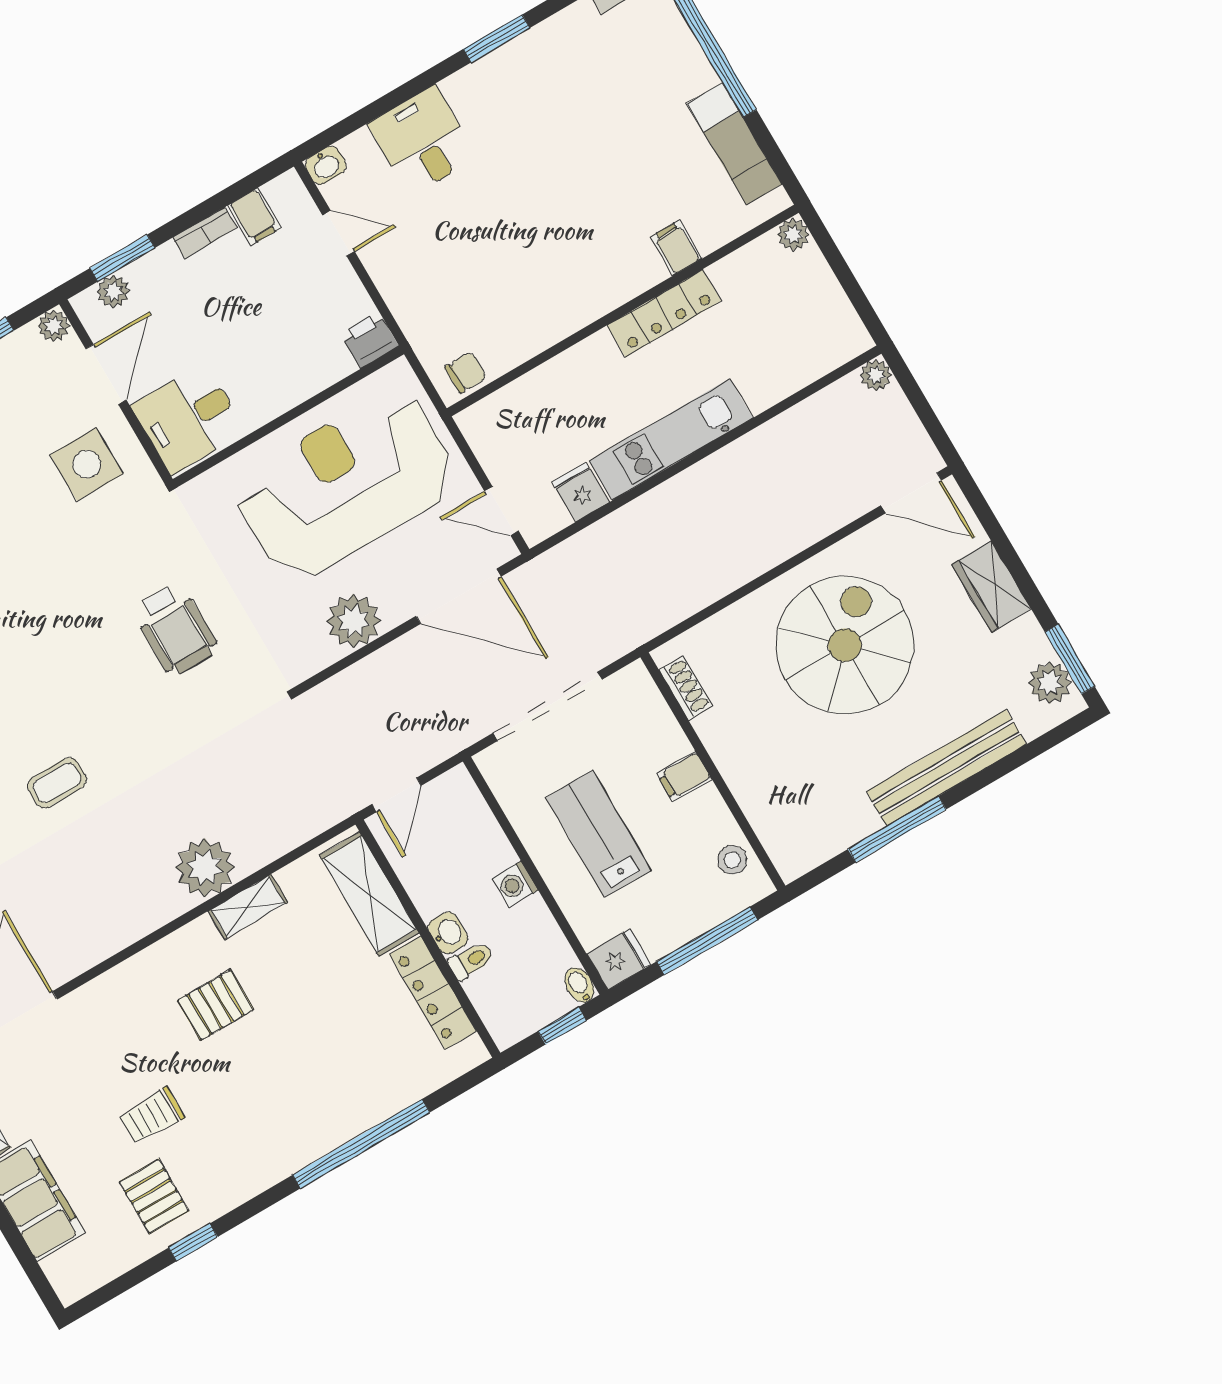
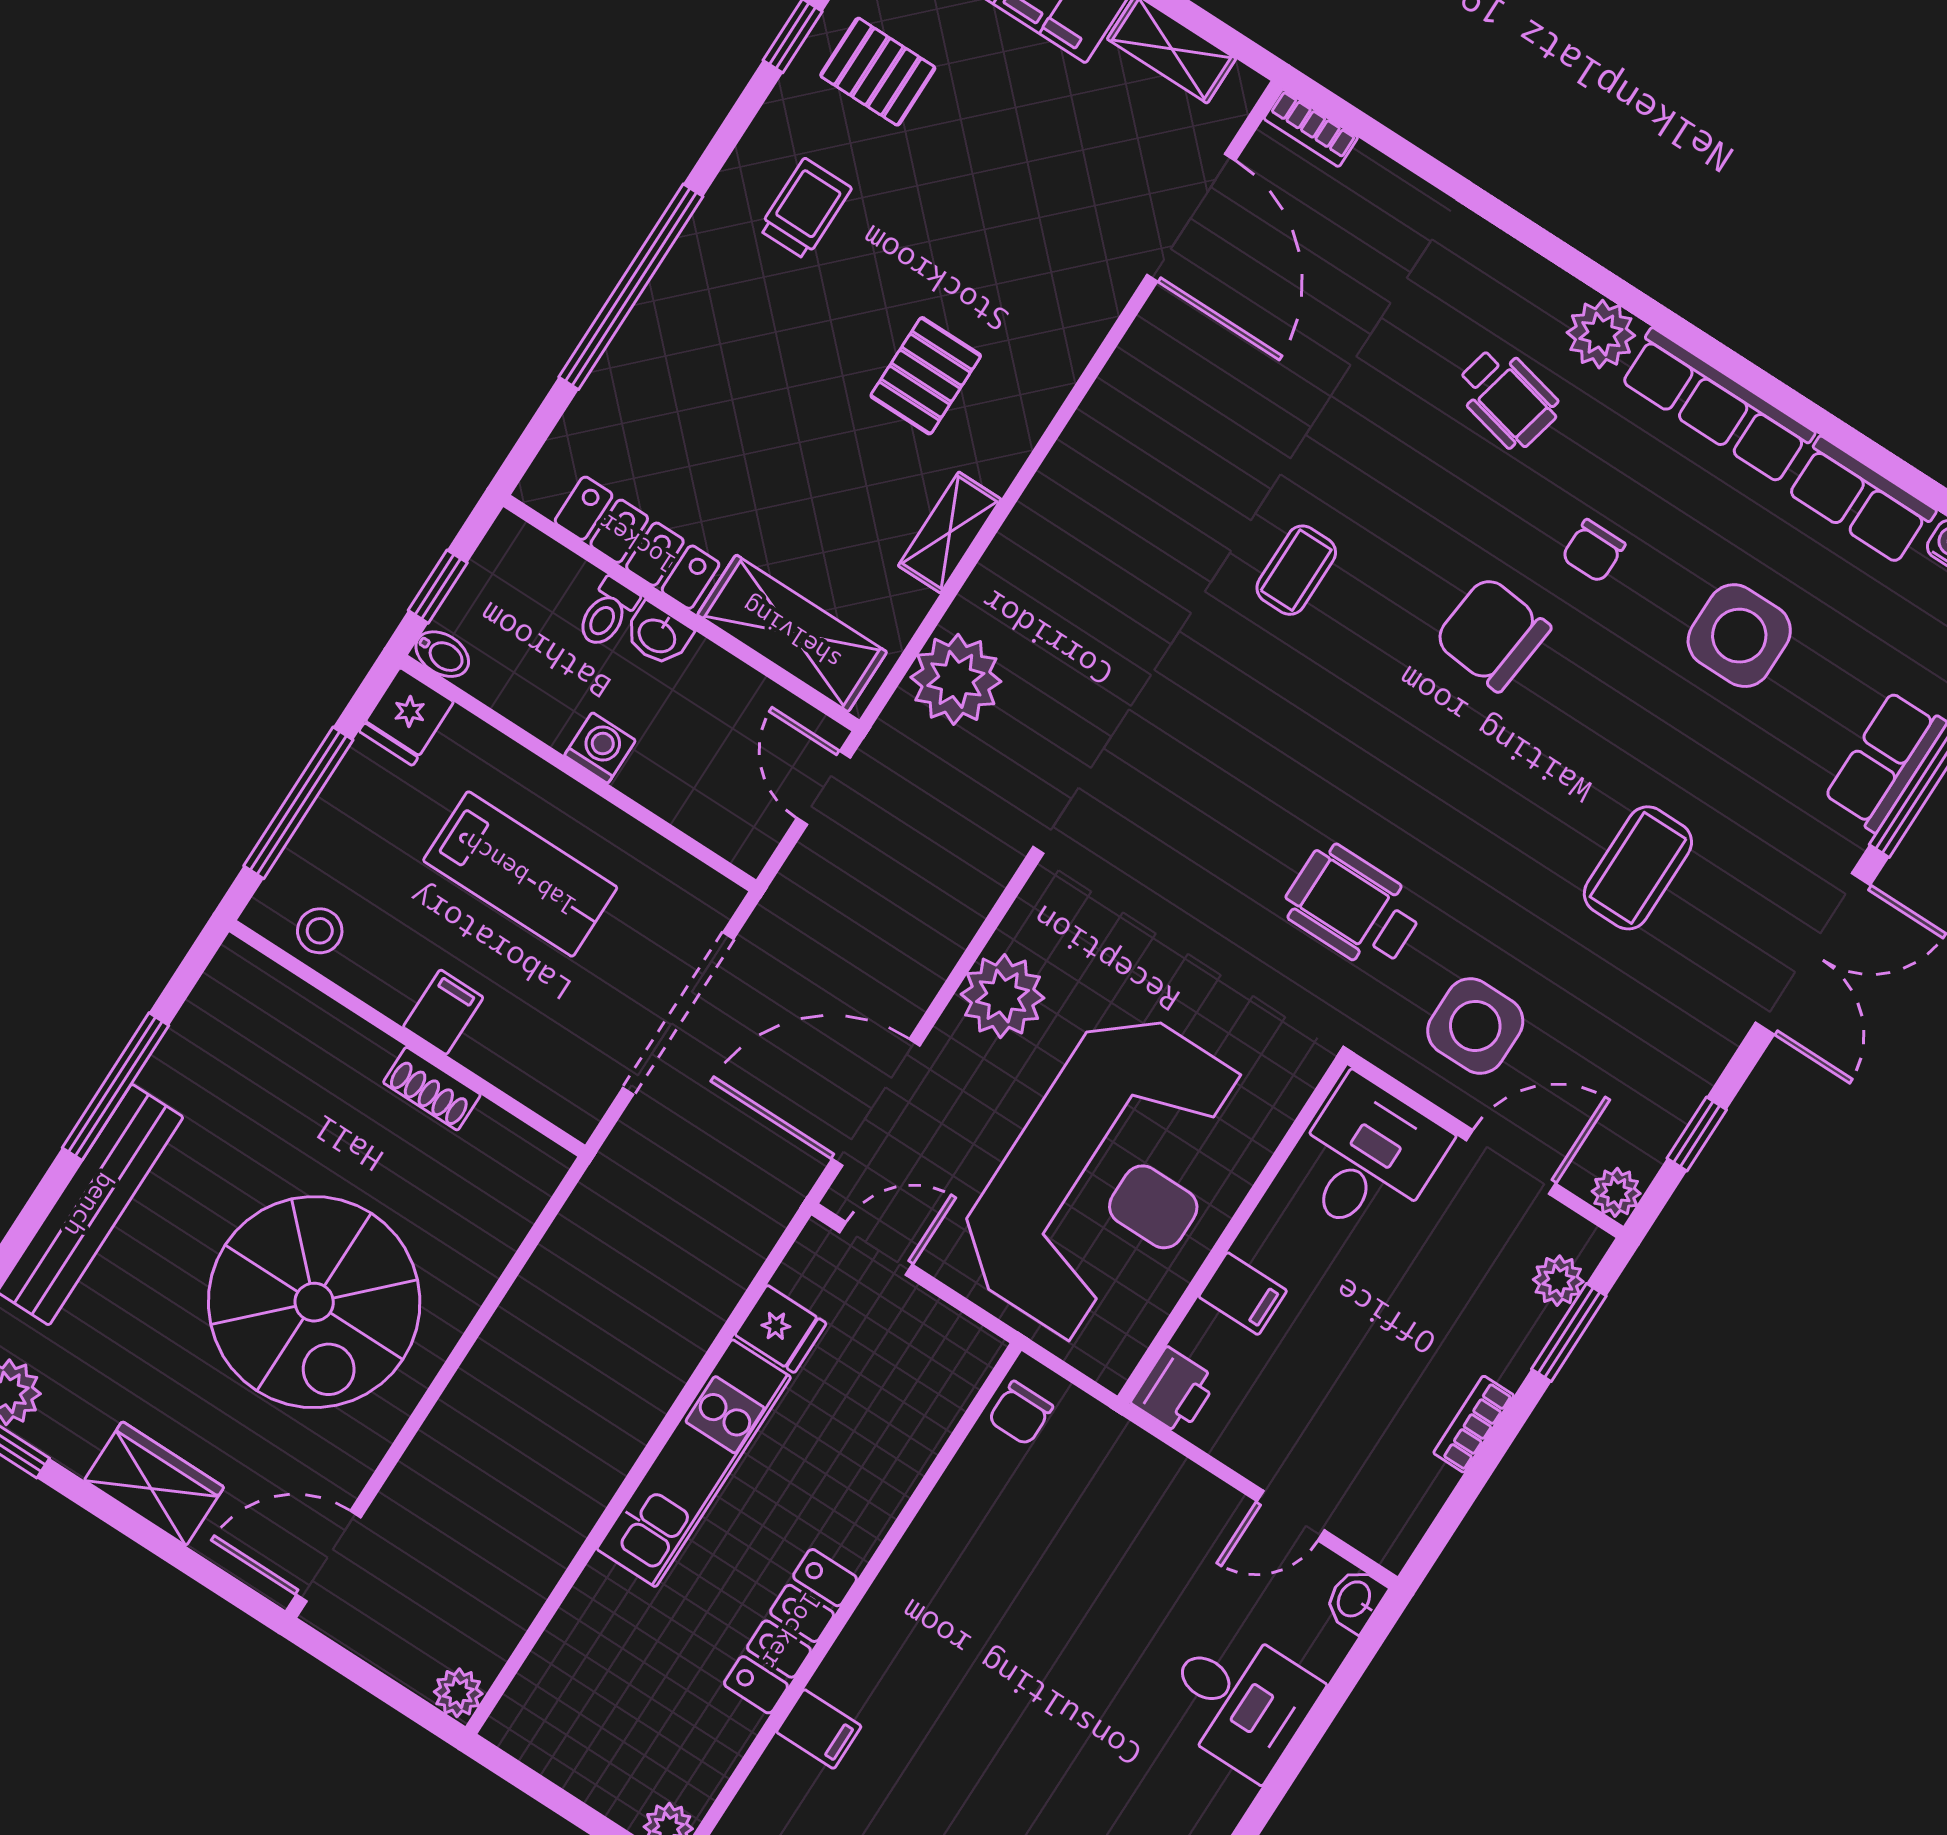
filing cabinet: (254, 217) -> (1243, 1294), moved, turned 180
door: (106, 374) -> (1511, 1162), swing flipped
wheelchair: (175, 630) -> (1353, 907), moved
shoe rack: (686, 688) -> (432, 1089), moved
plant: (205, 868) -> (956, 679), moved
trolley: (152, 1116) -> (805, 209), moved

